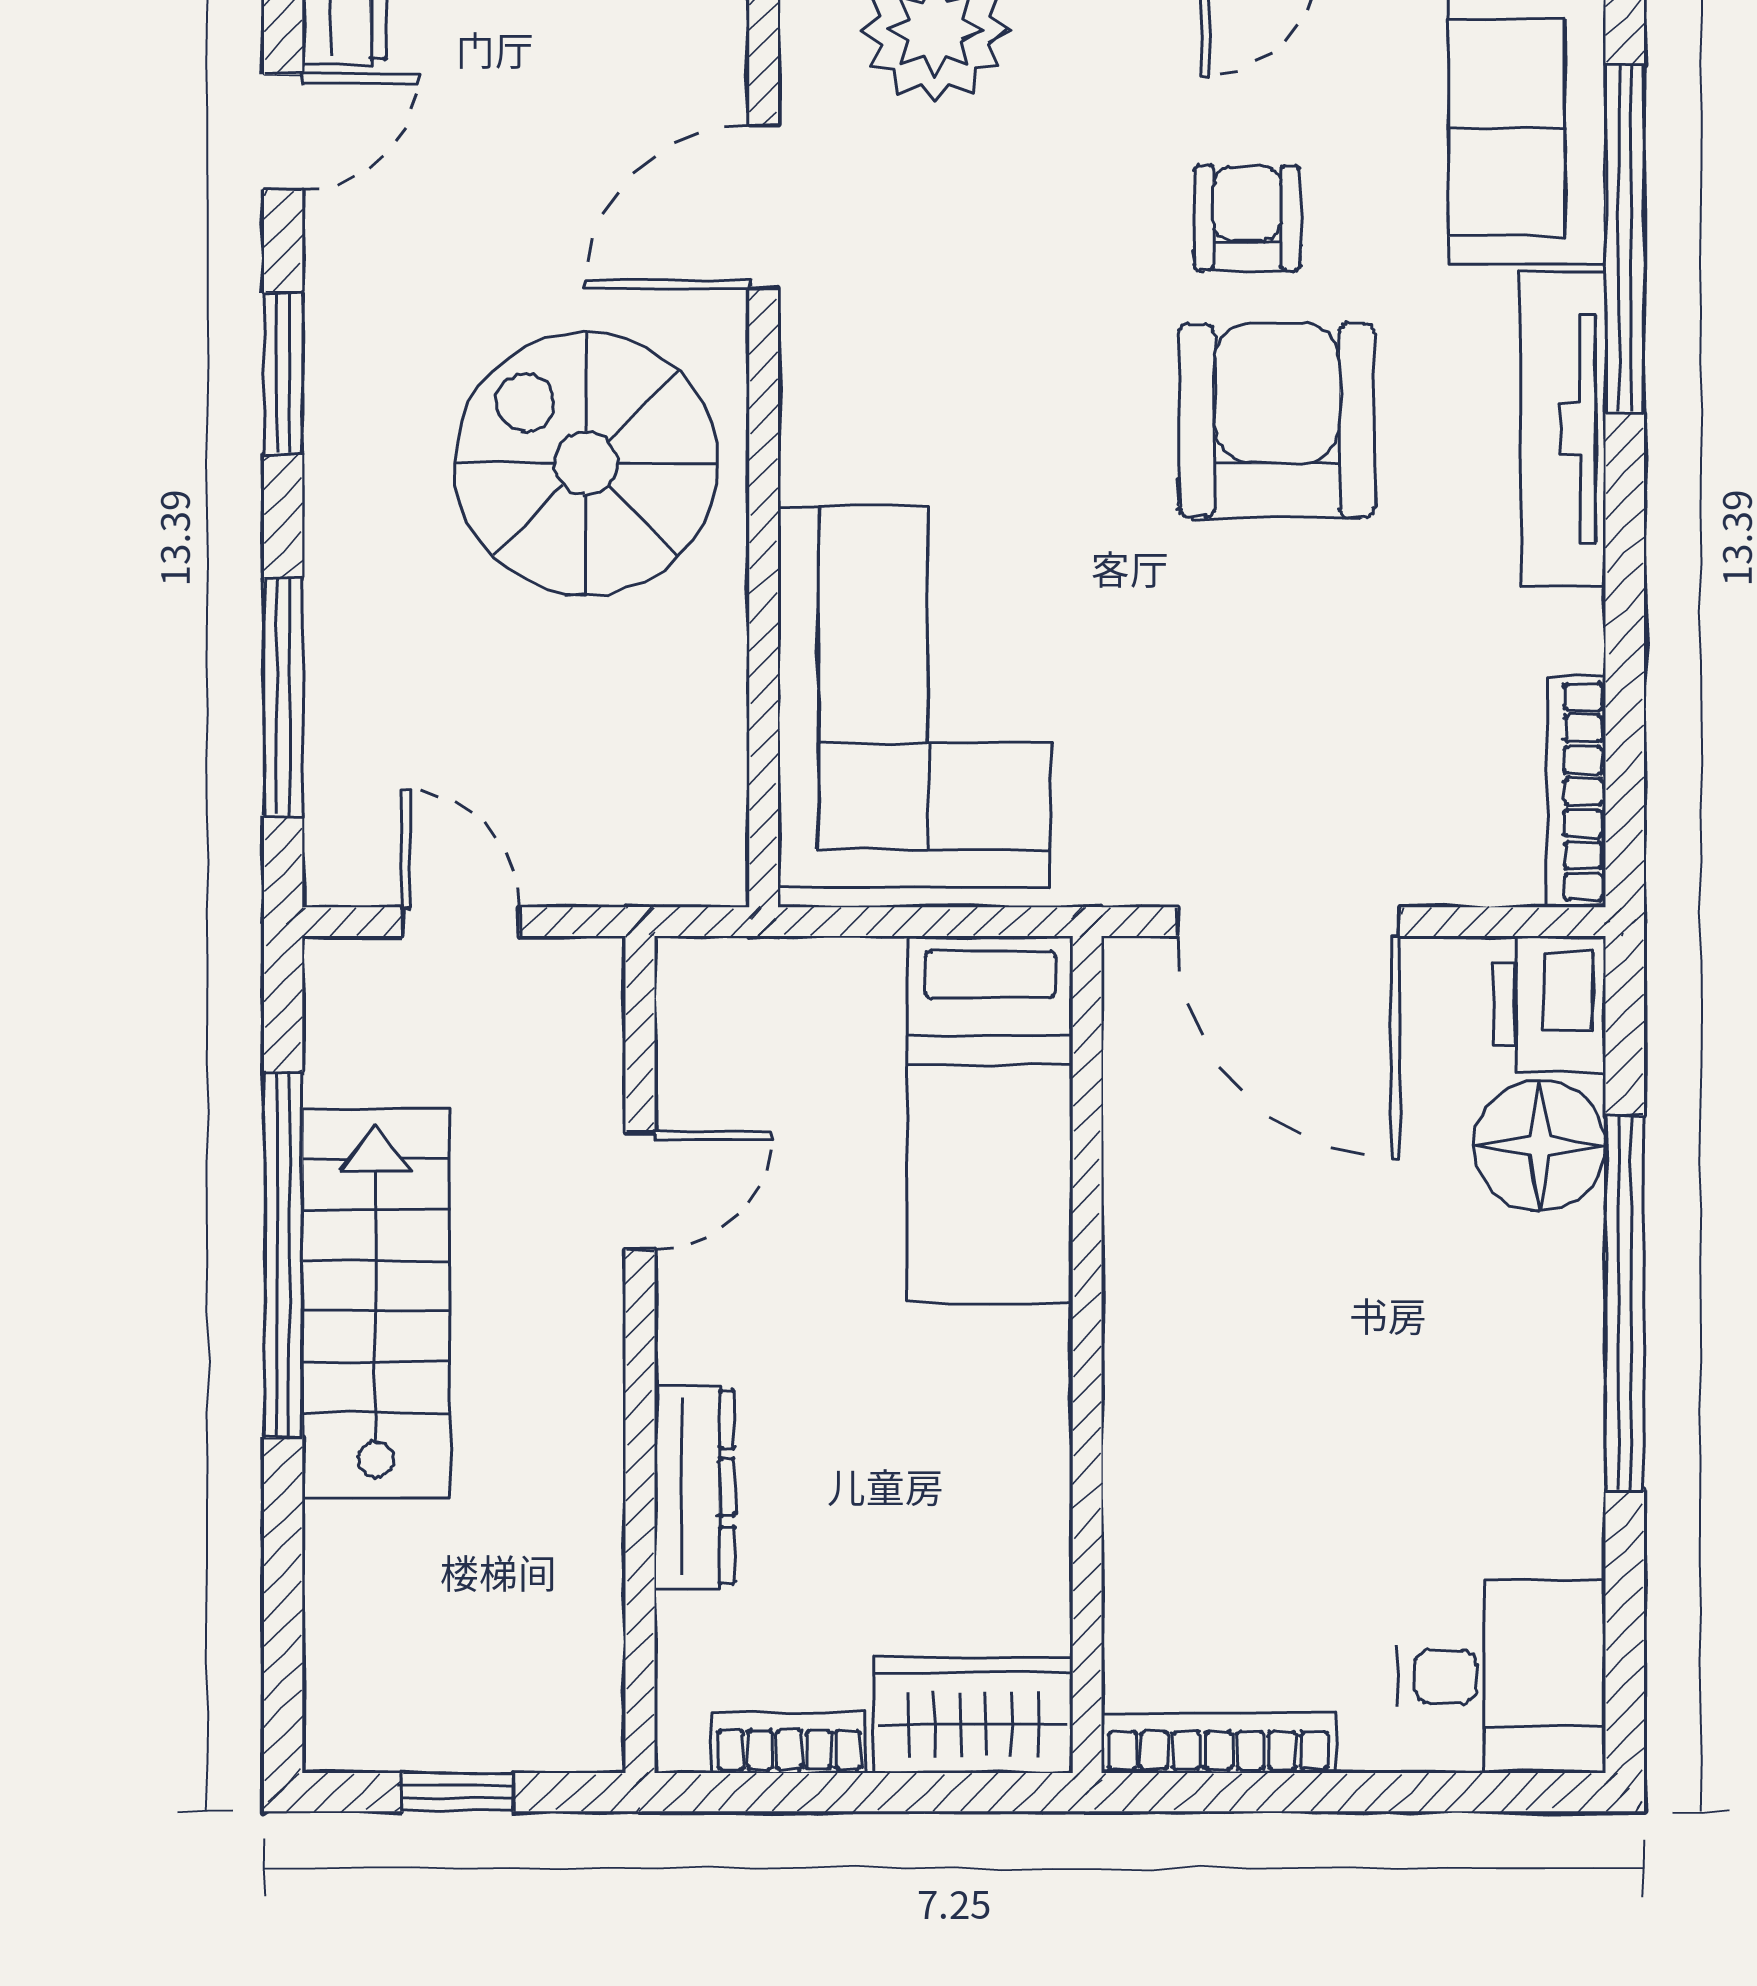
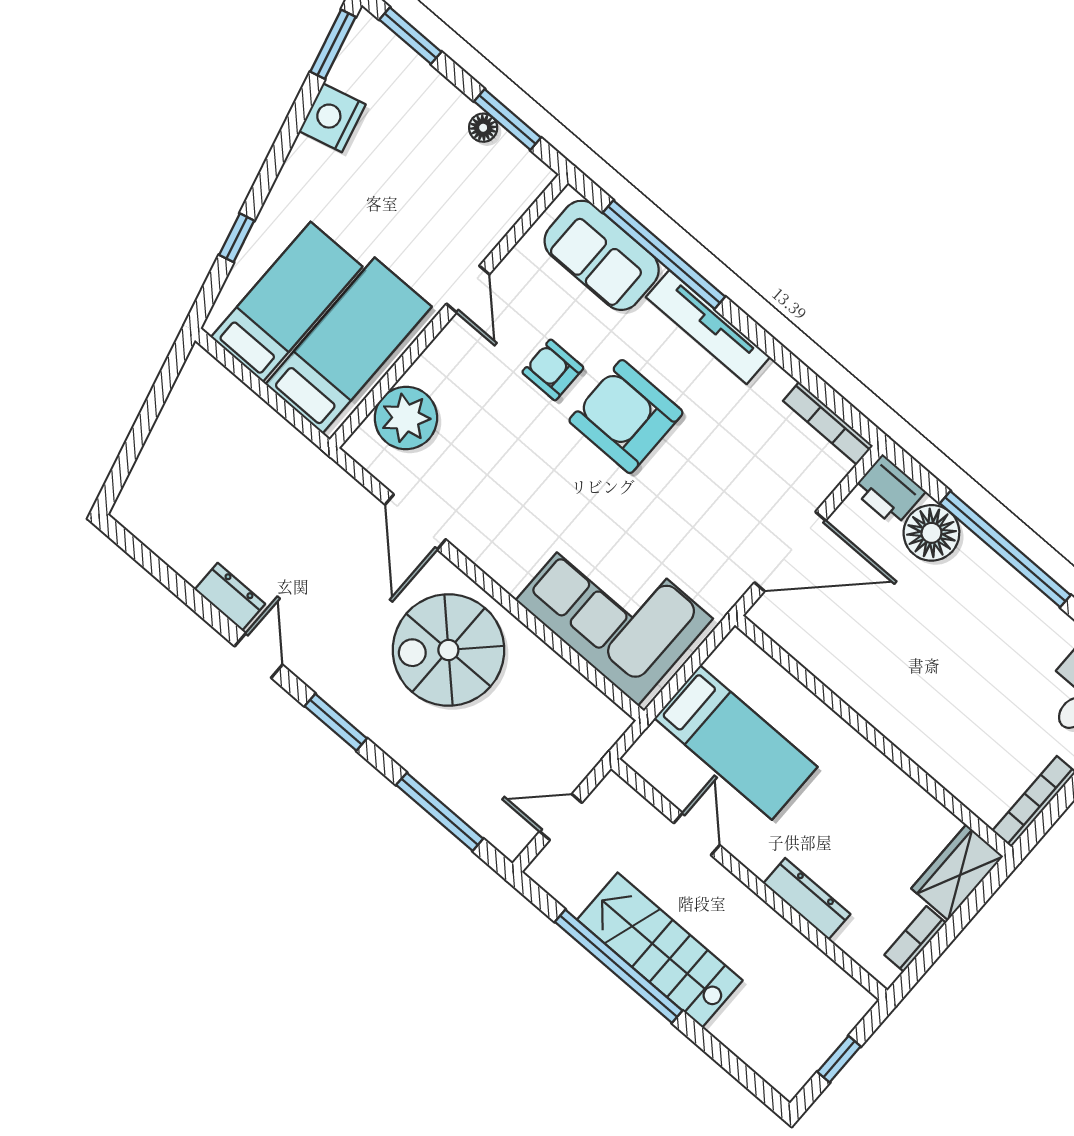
bed: (990, 1120) -> (736, 743), moved

